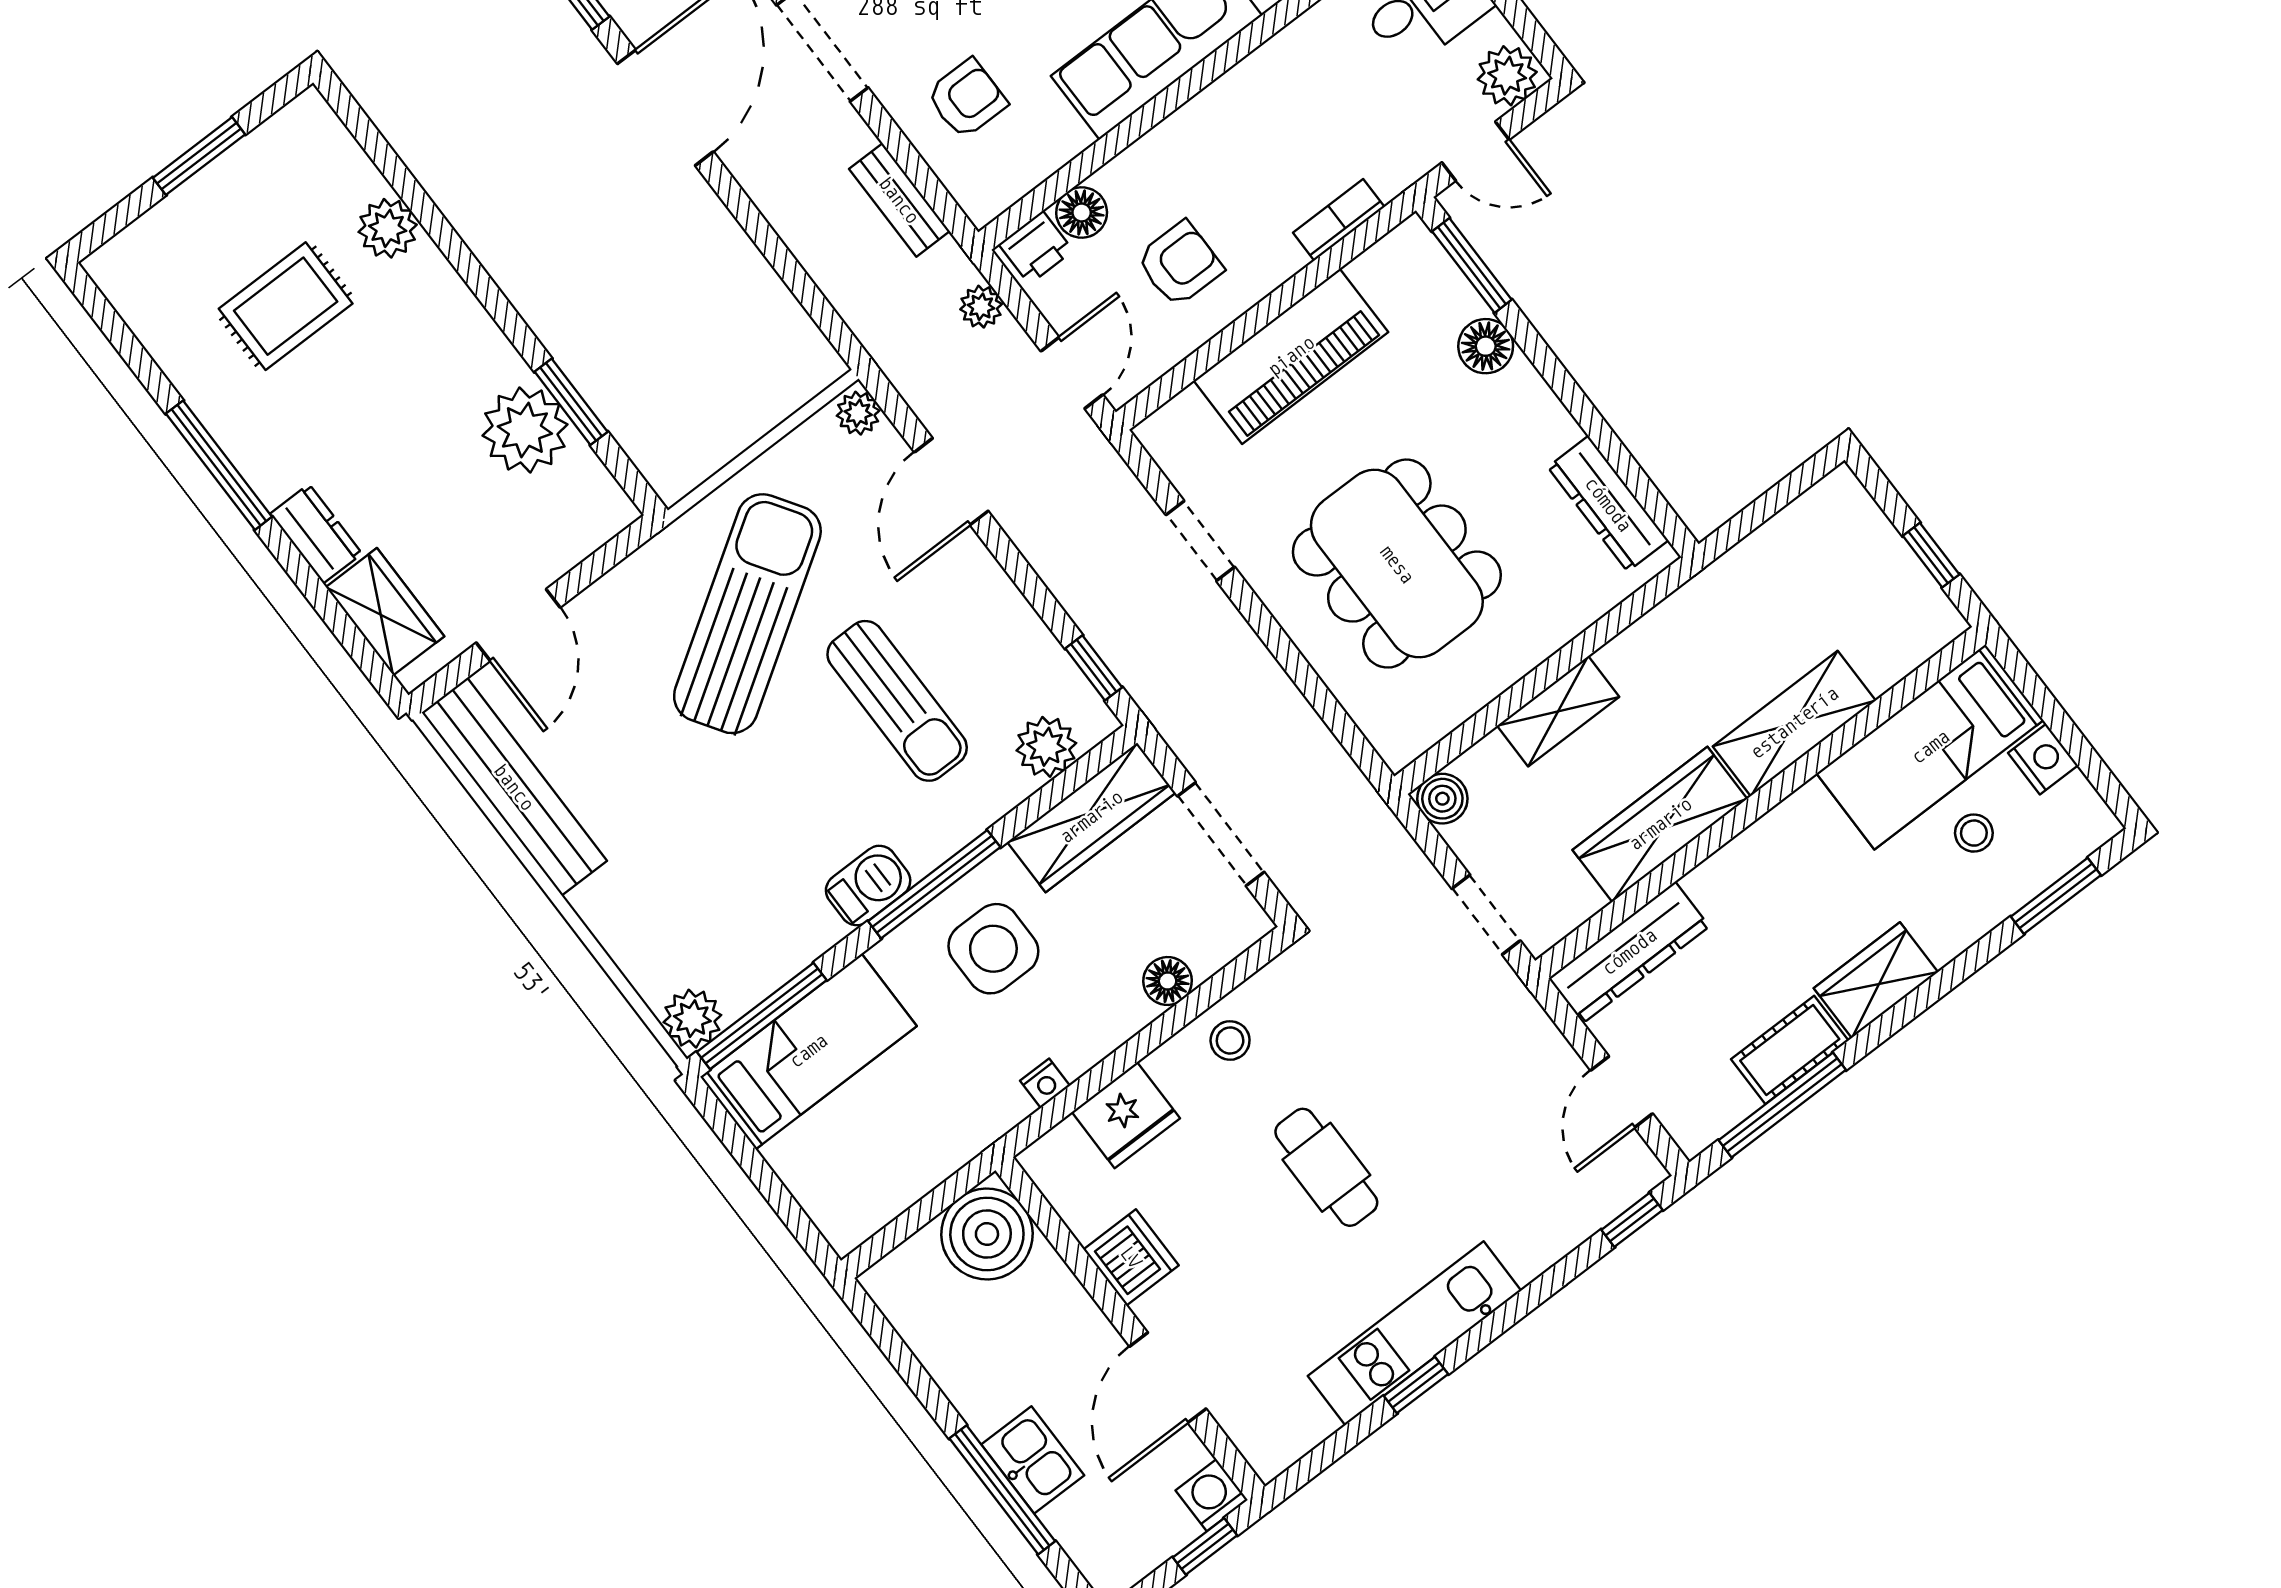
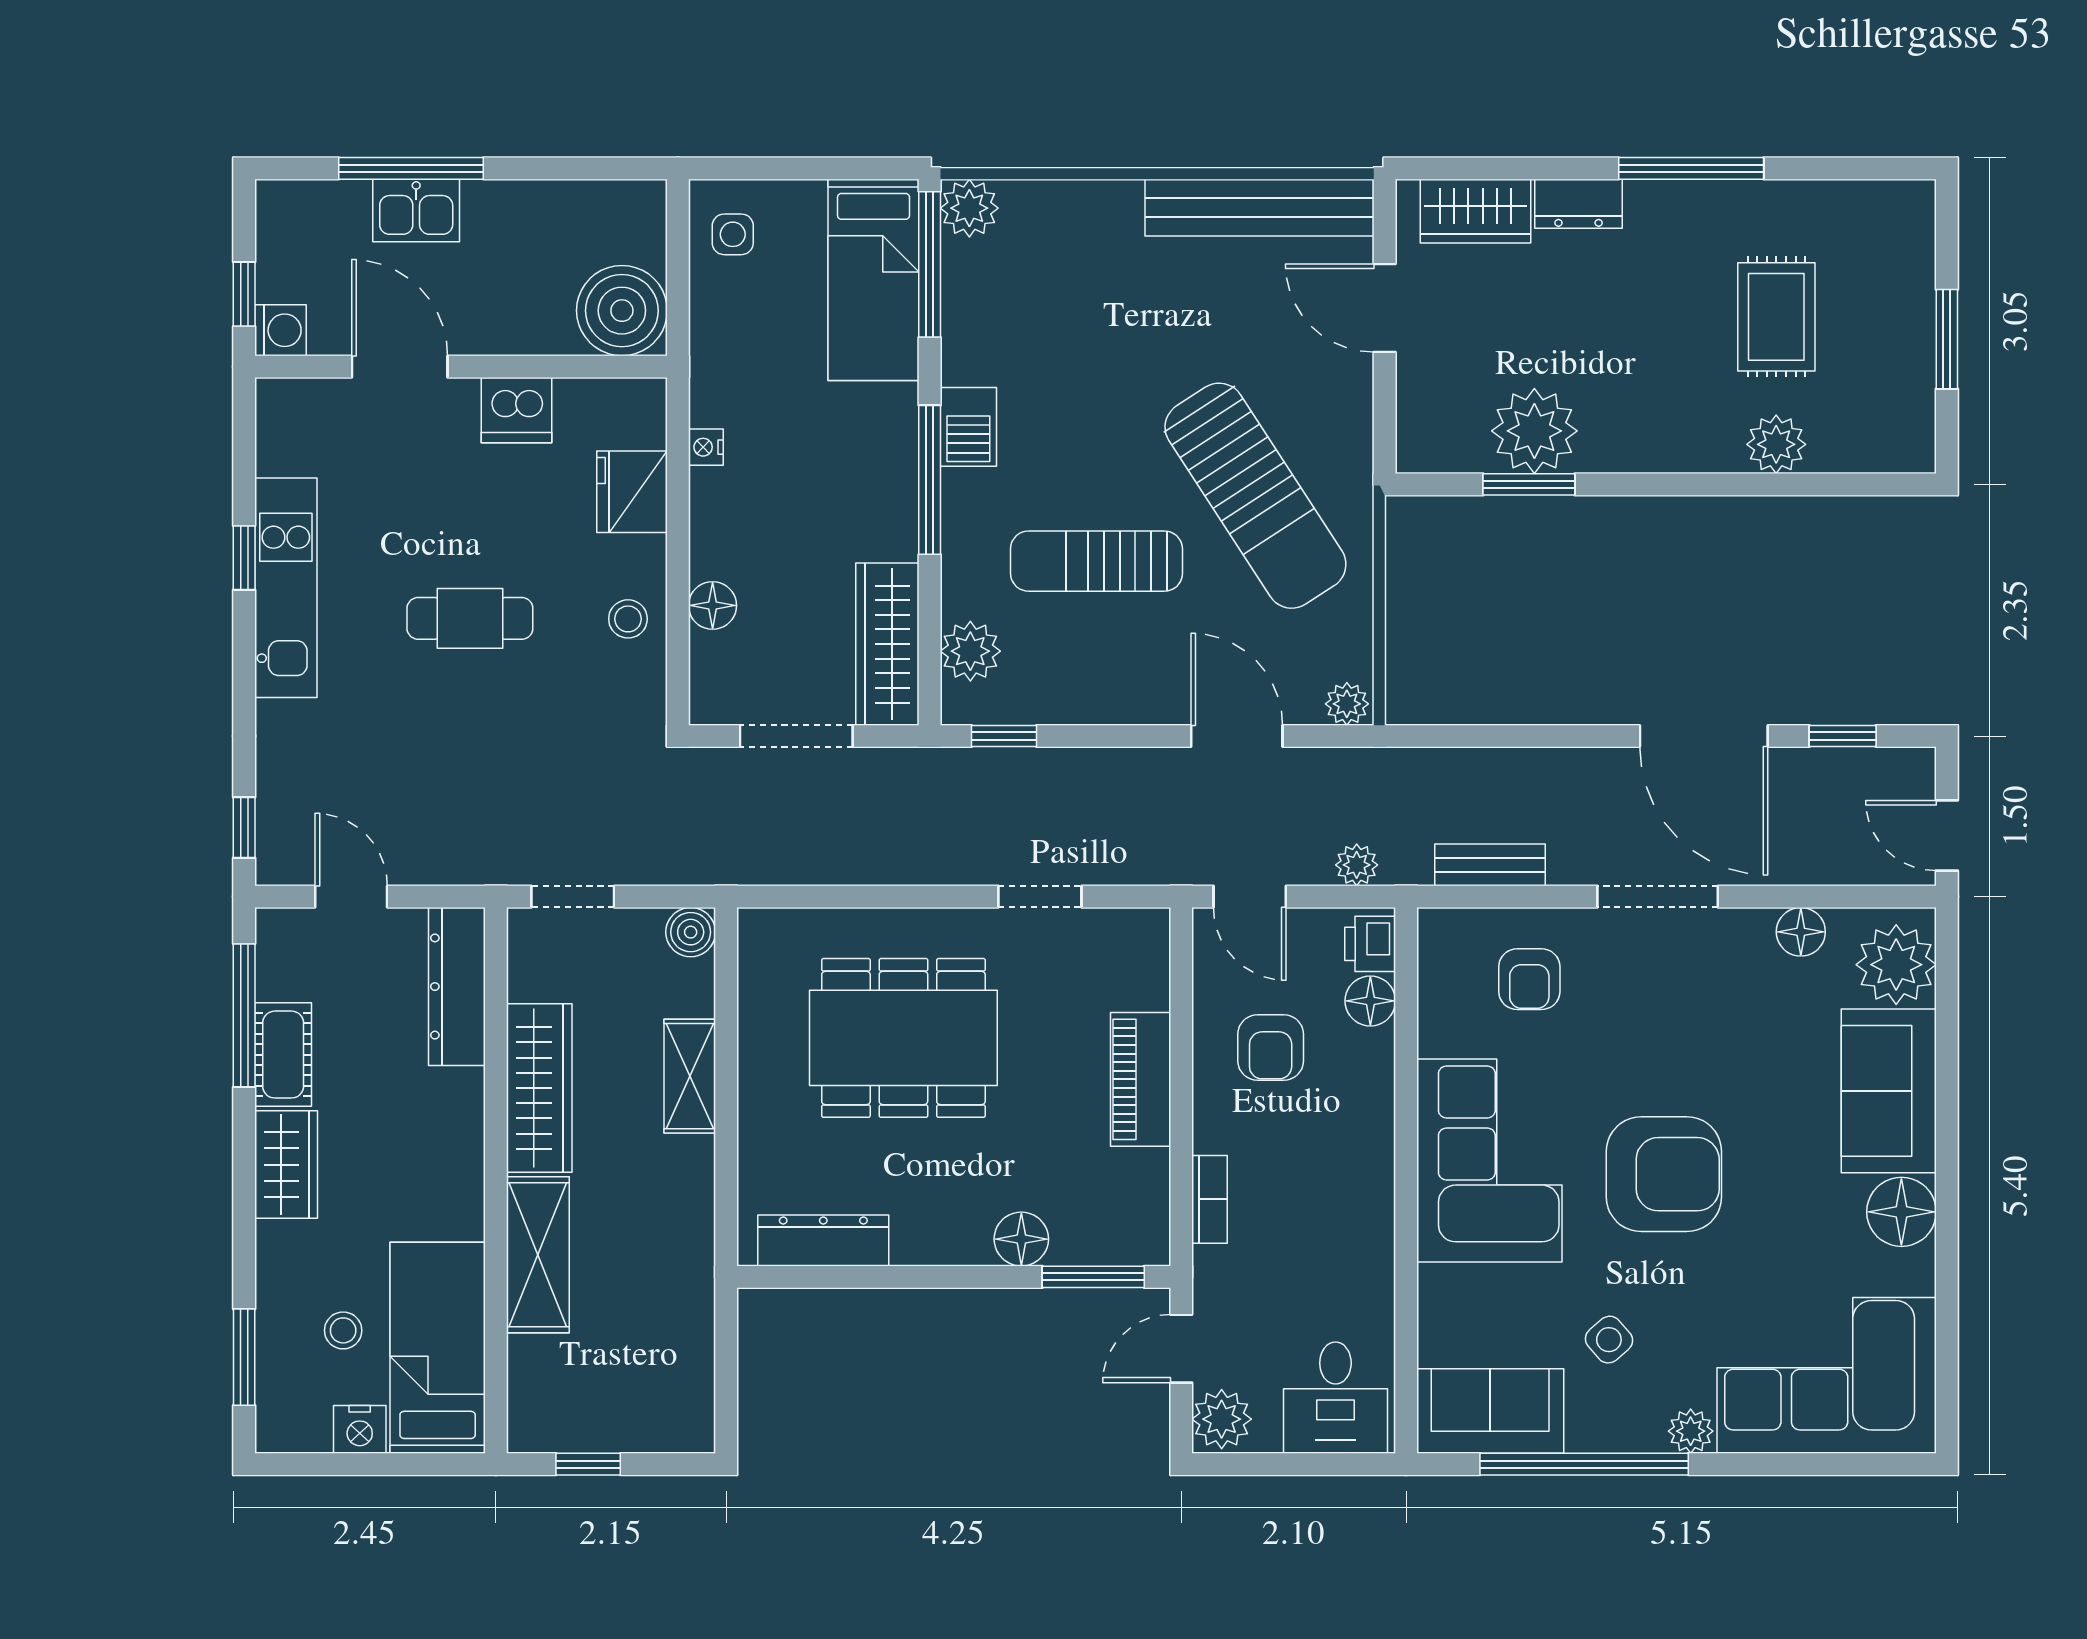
piano: (1291, 356) -> (1141, 1079), width x0.73, depth x0.75
side table: (993, 949) -> (733, 234), moved, width x0.54, depth x0.54

